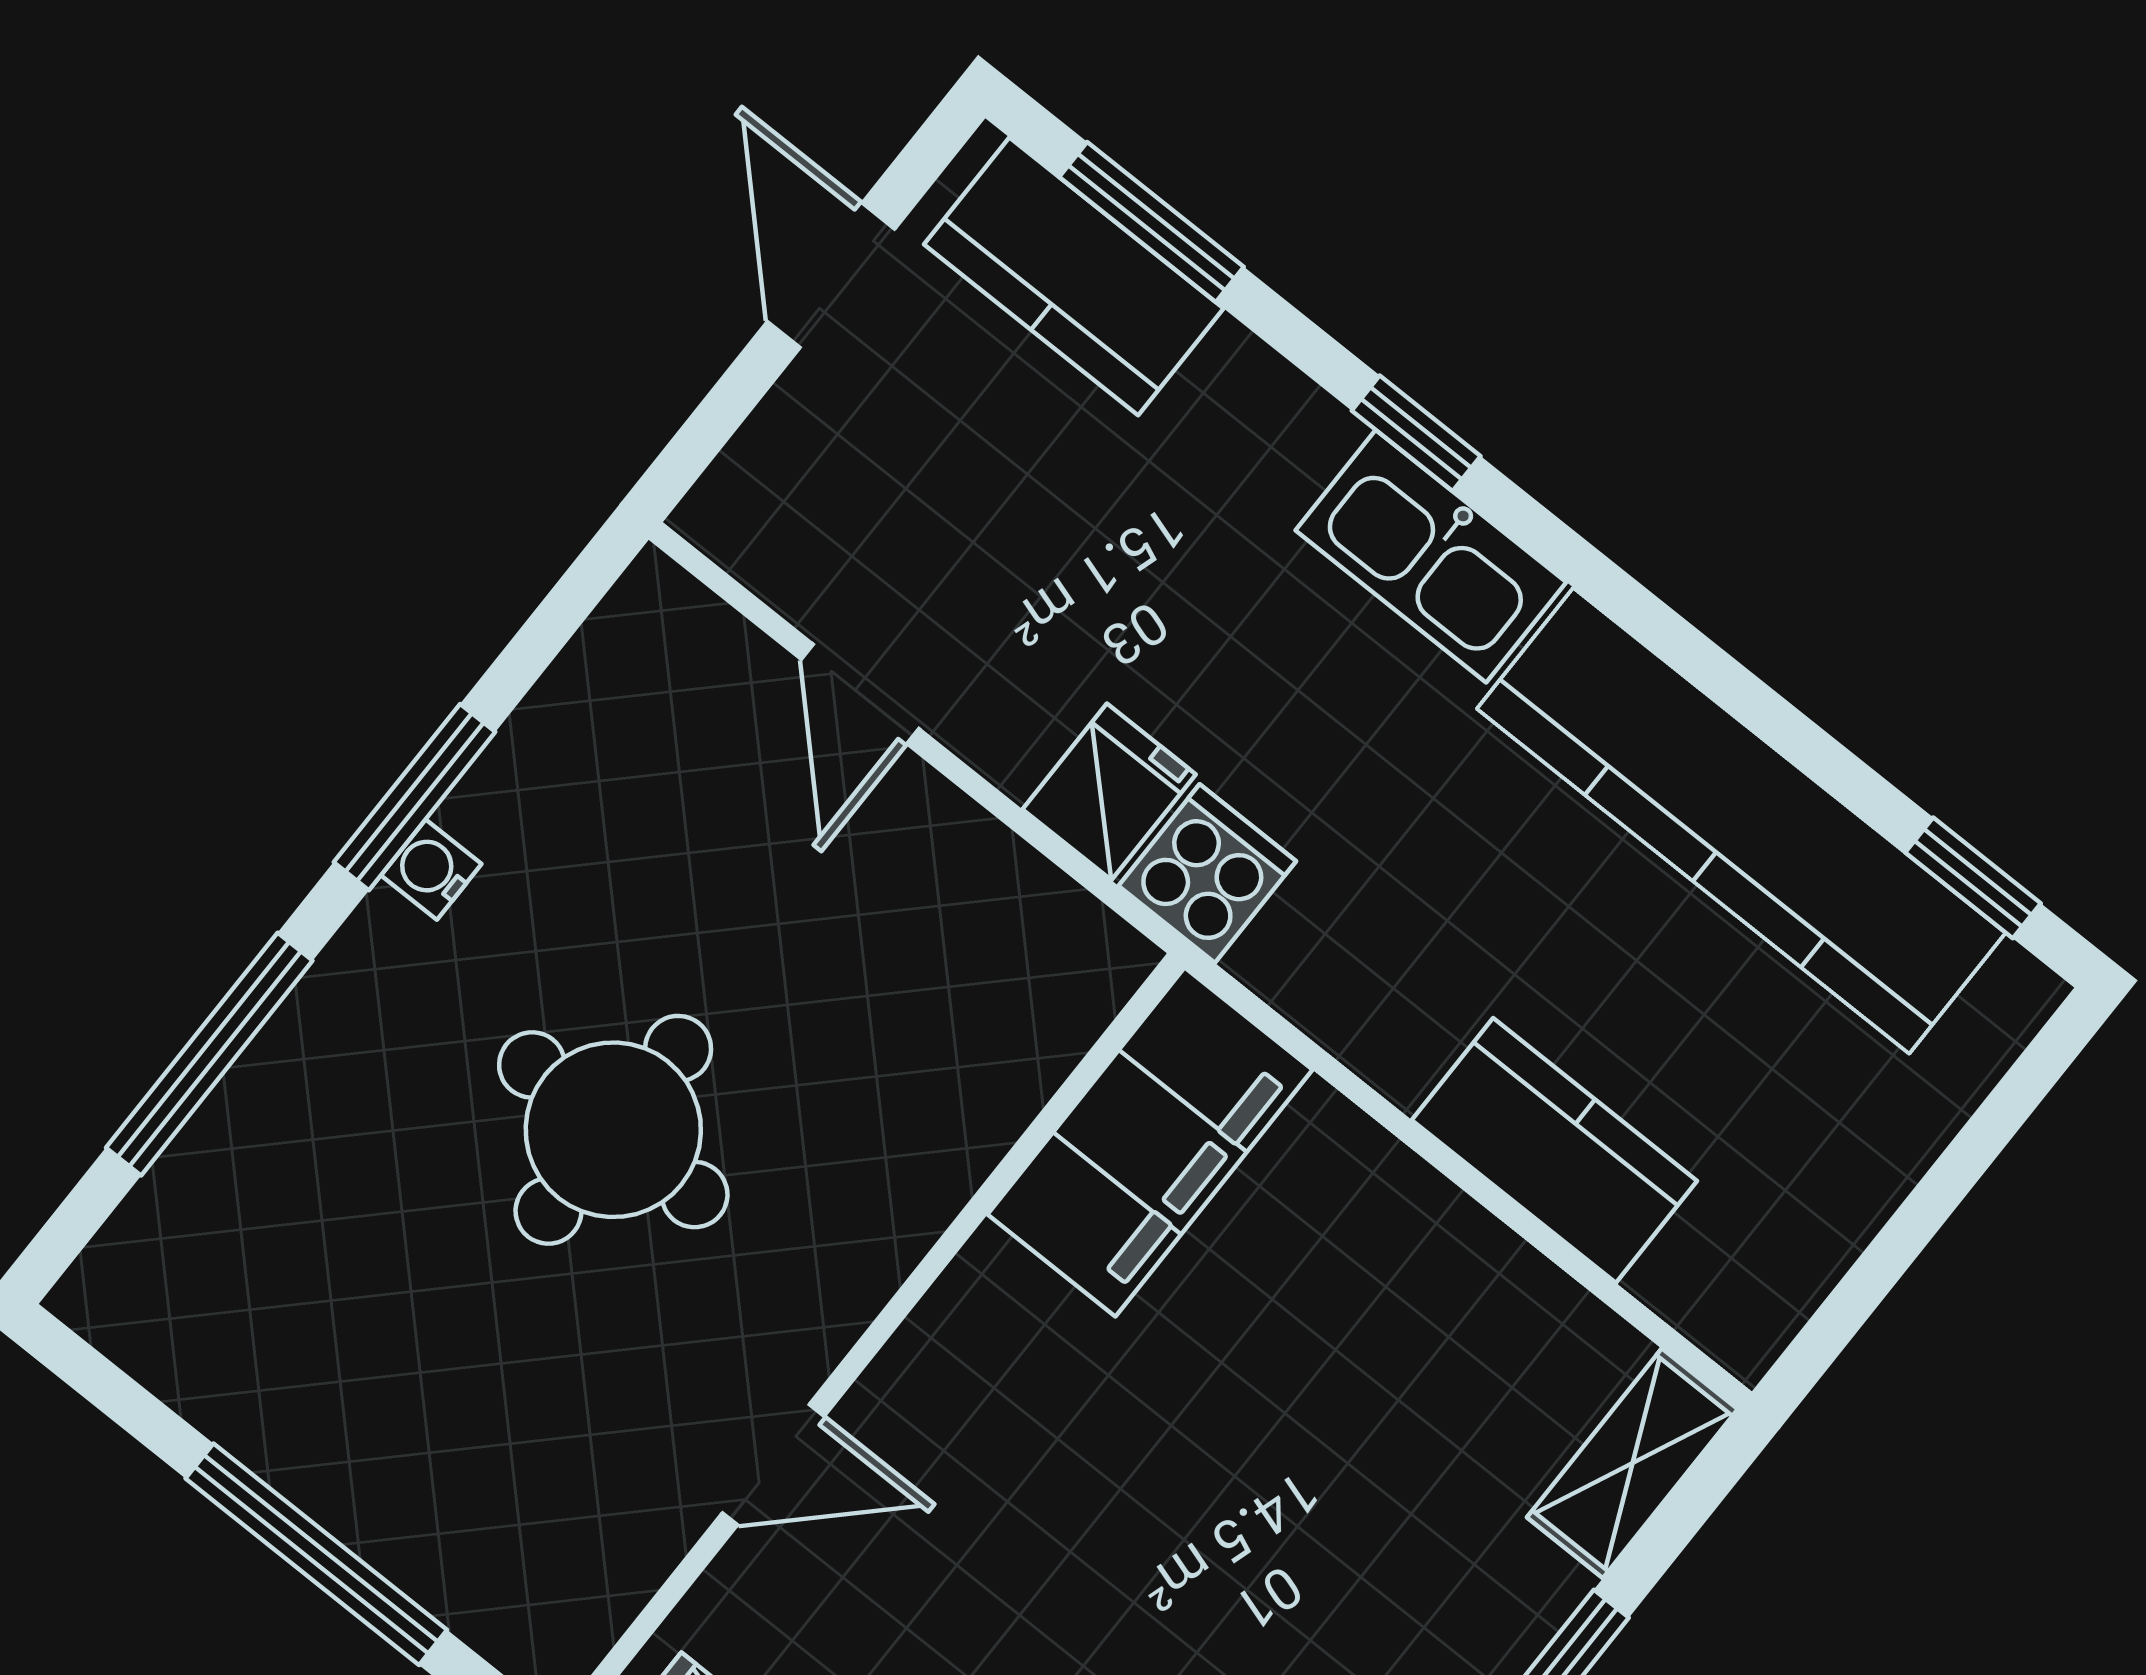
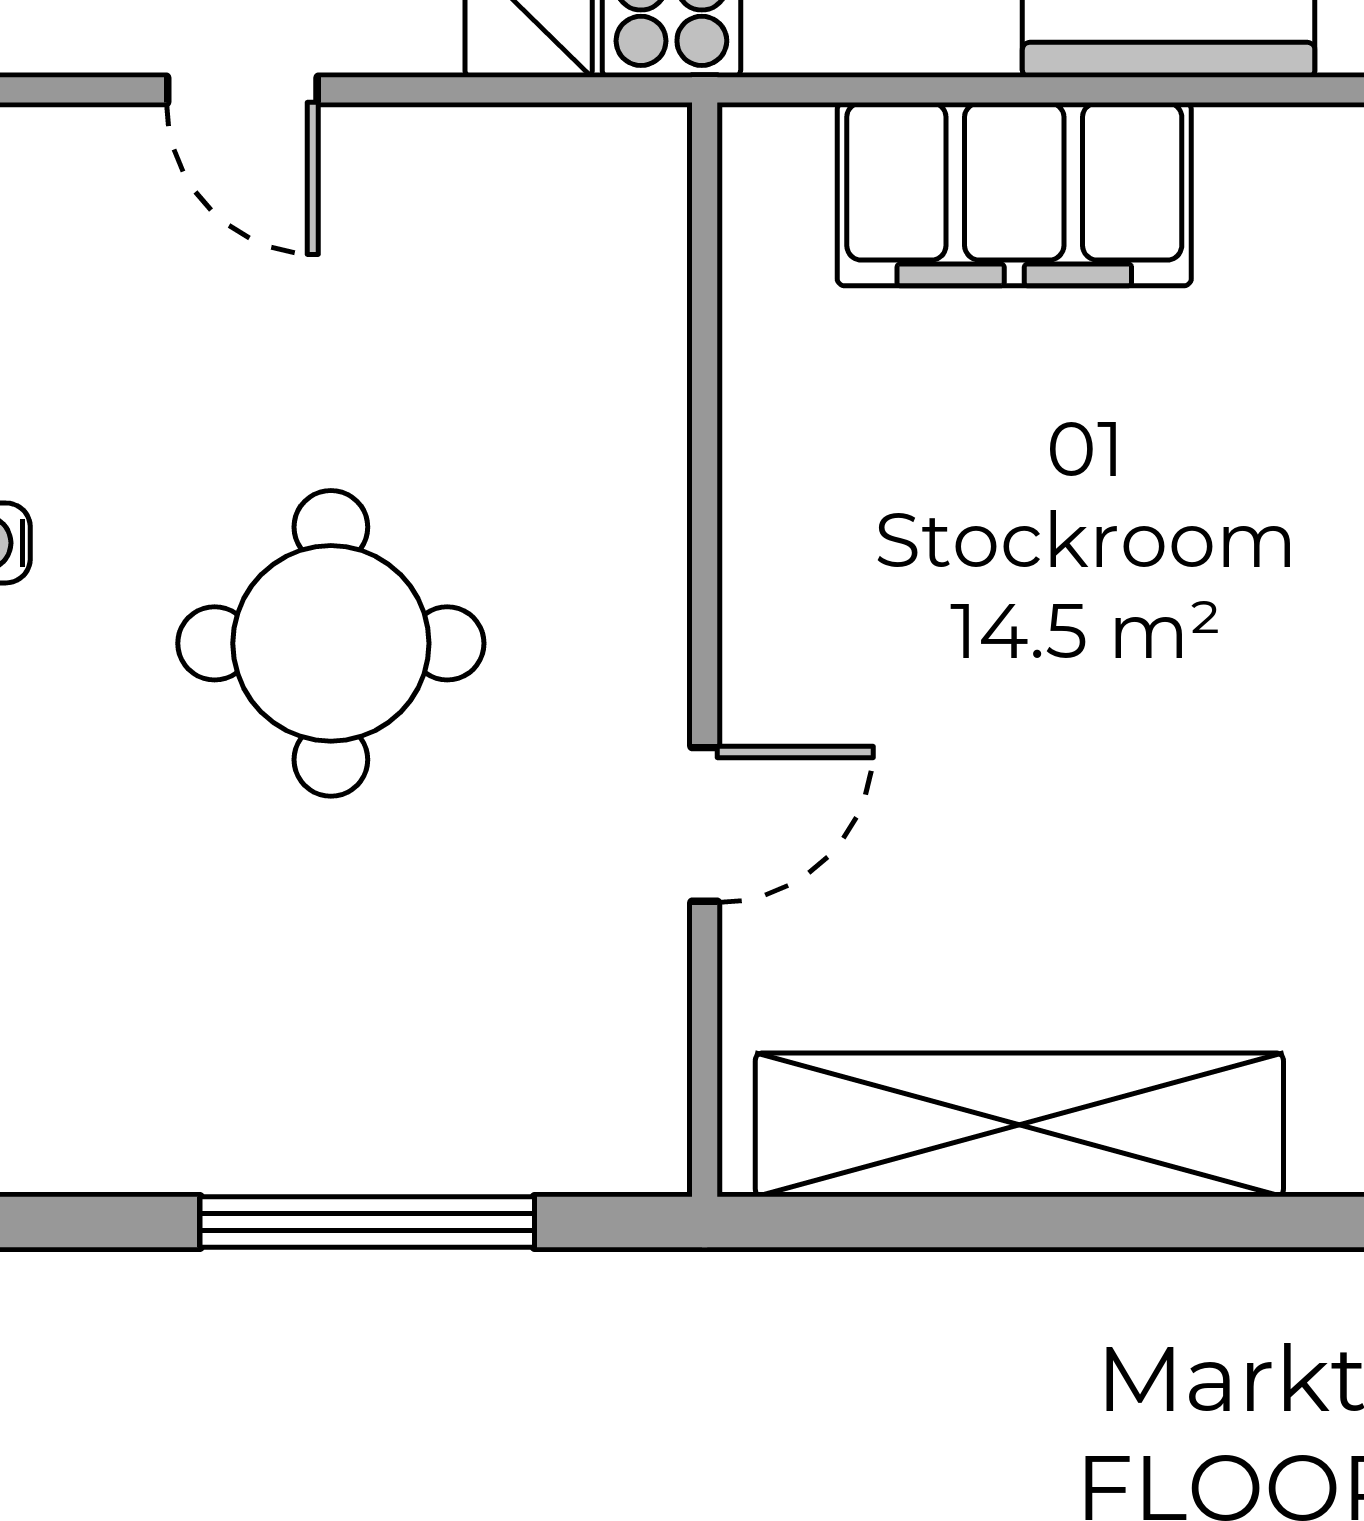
filing cabinet: (1150, 1142) -> (1014, 194), moved, turned 90

